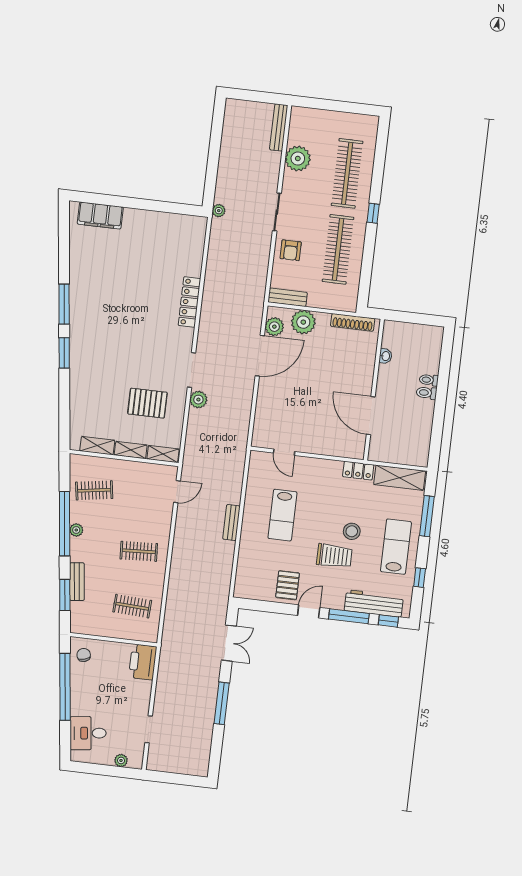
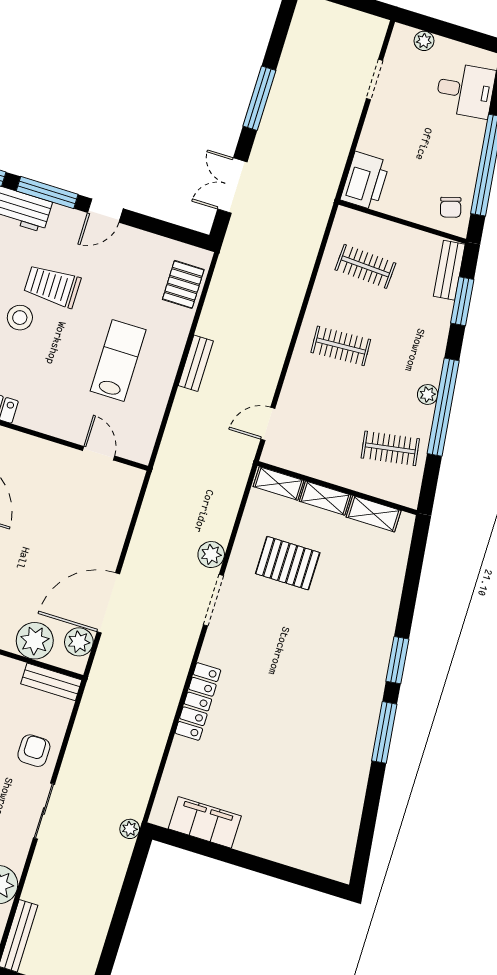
filing cabinet: (100, 216) -> (205, 822), moved
bench: (77, 582) -> (449, 270), moved
pallet: (288, 585) -> (183, 284), moved

